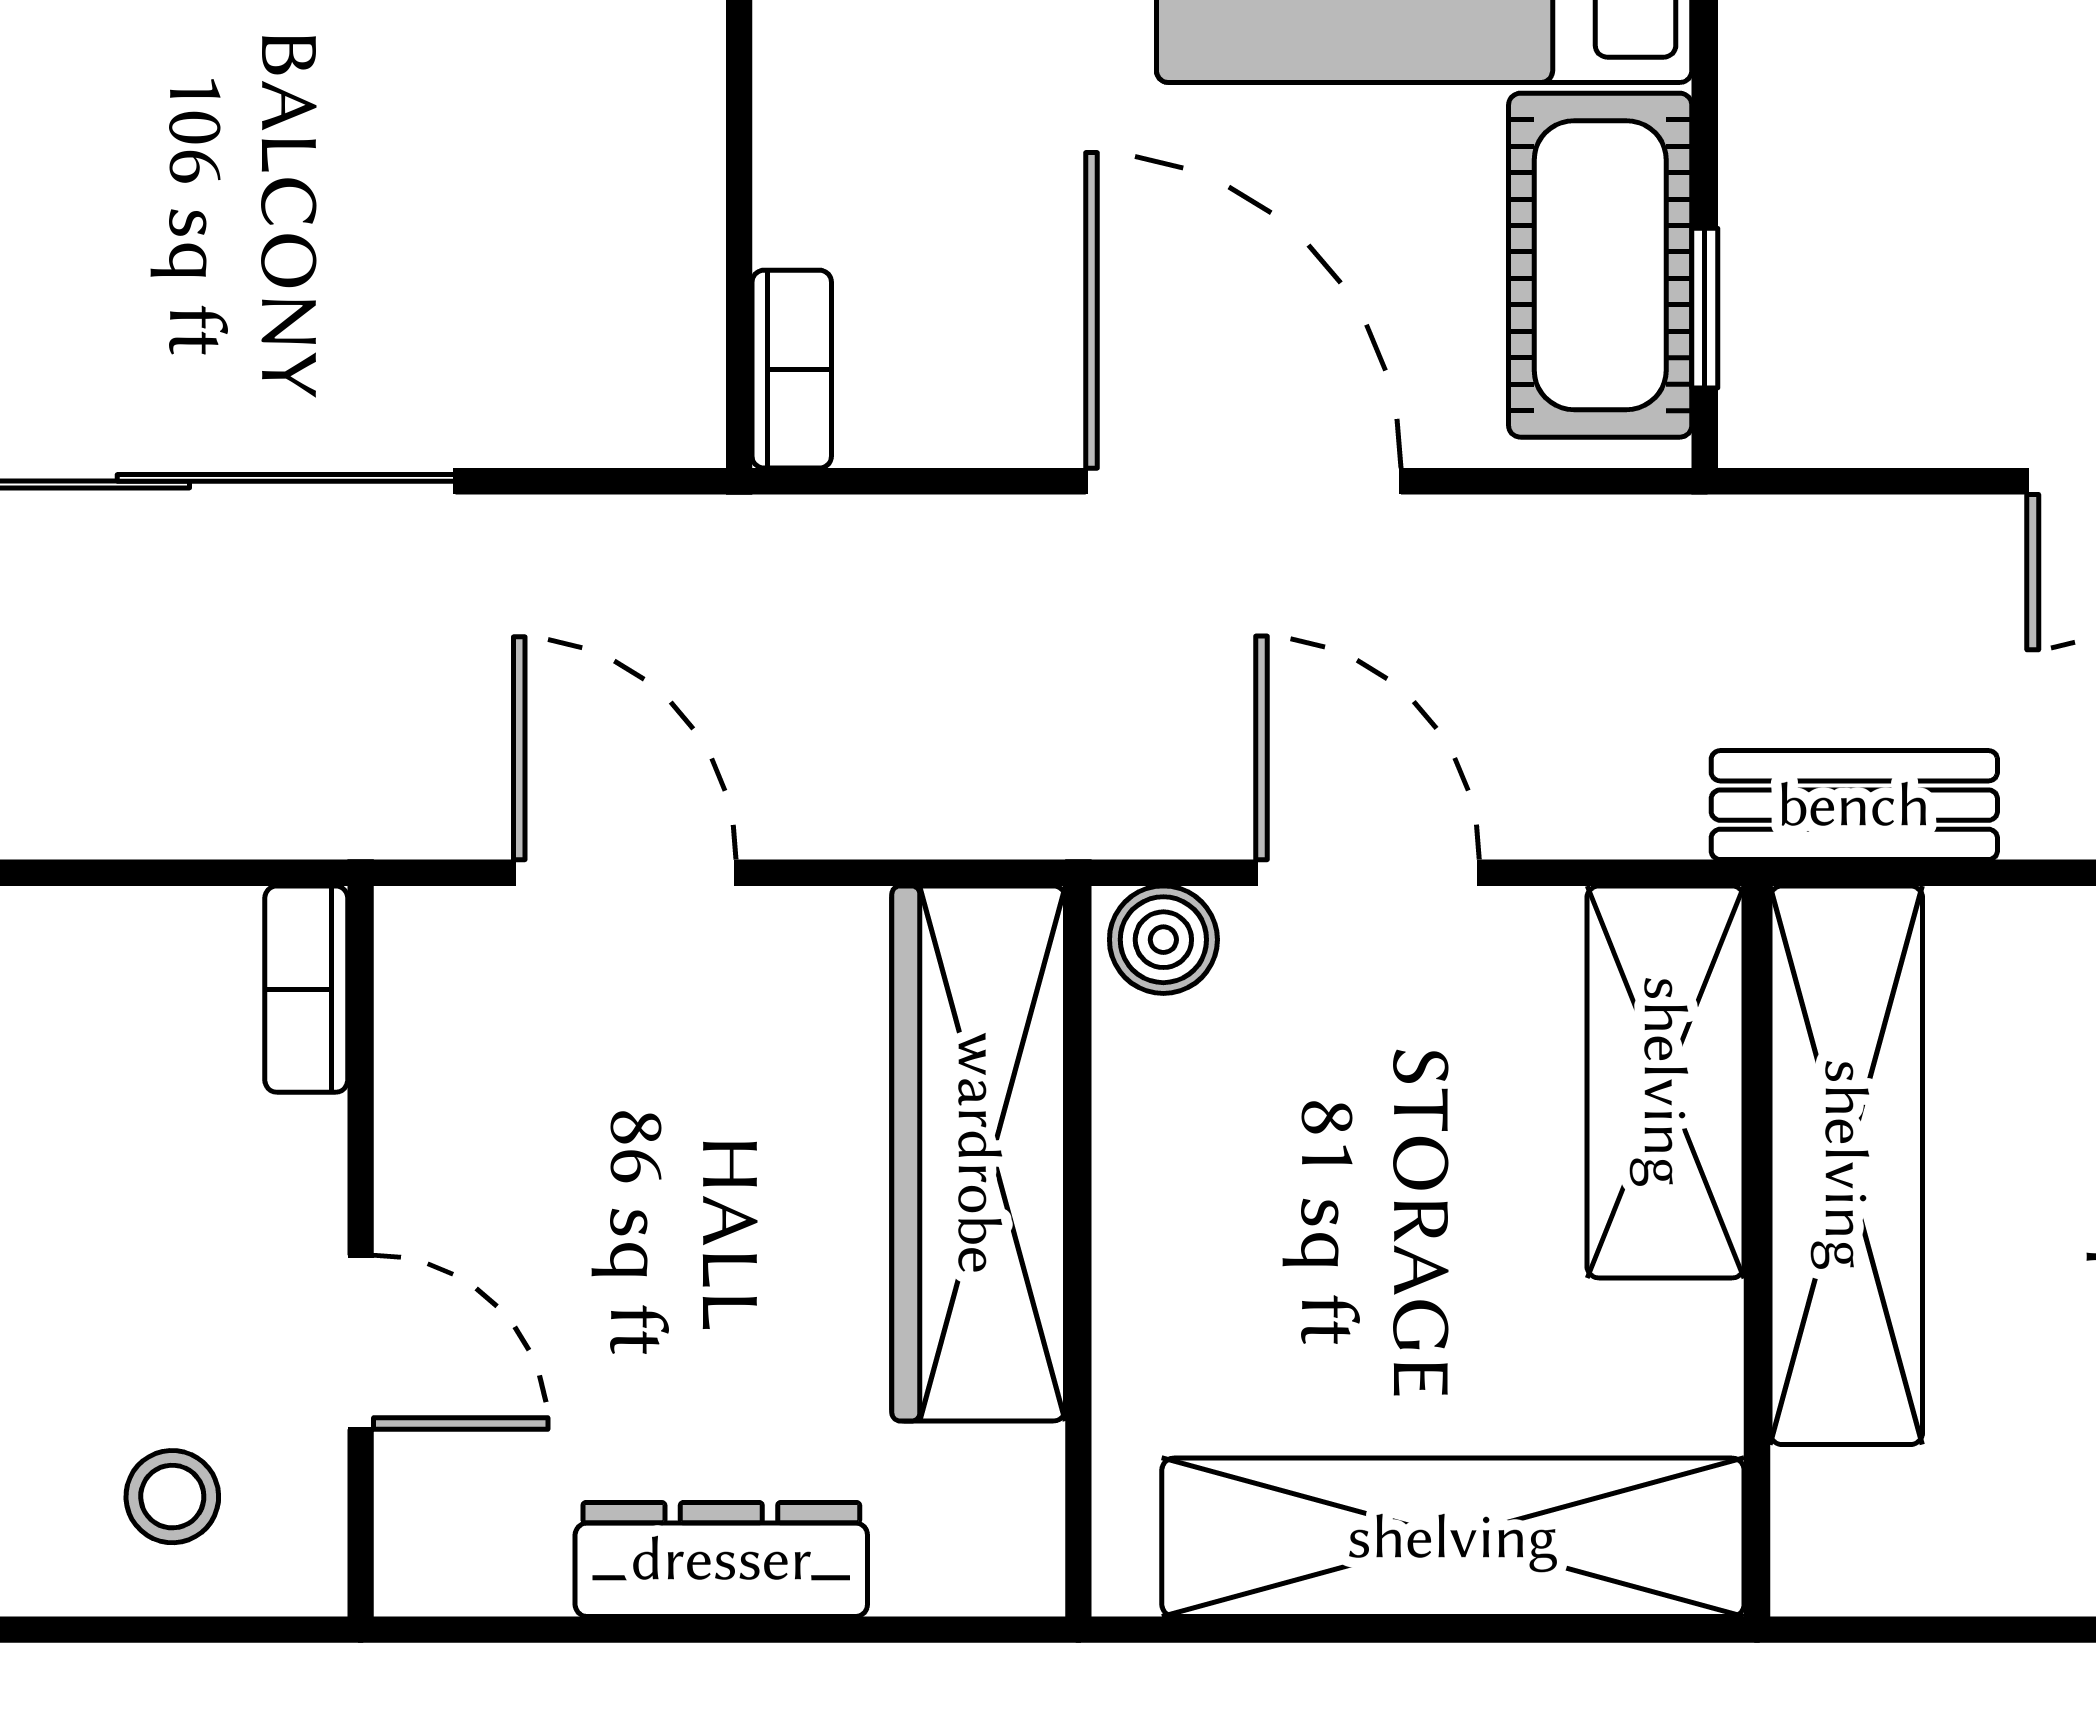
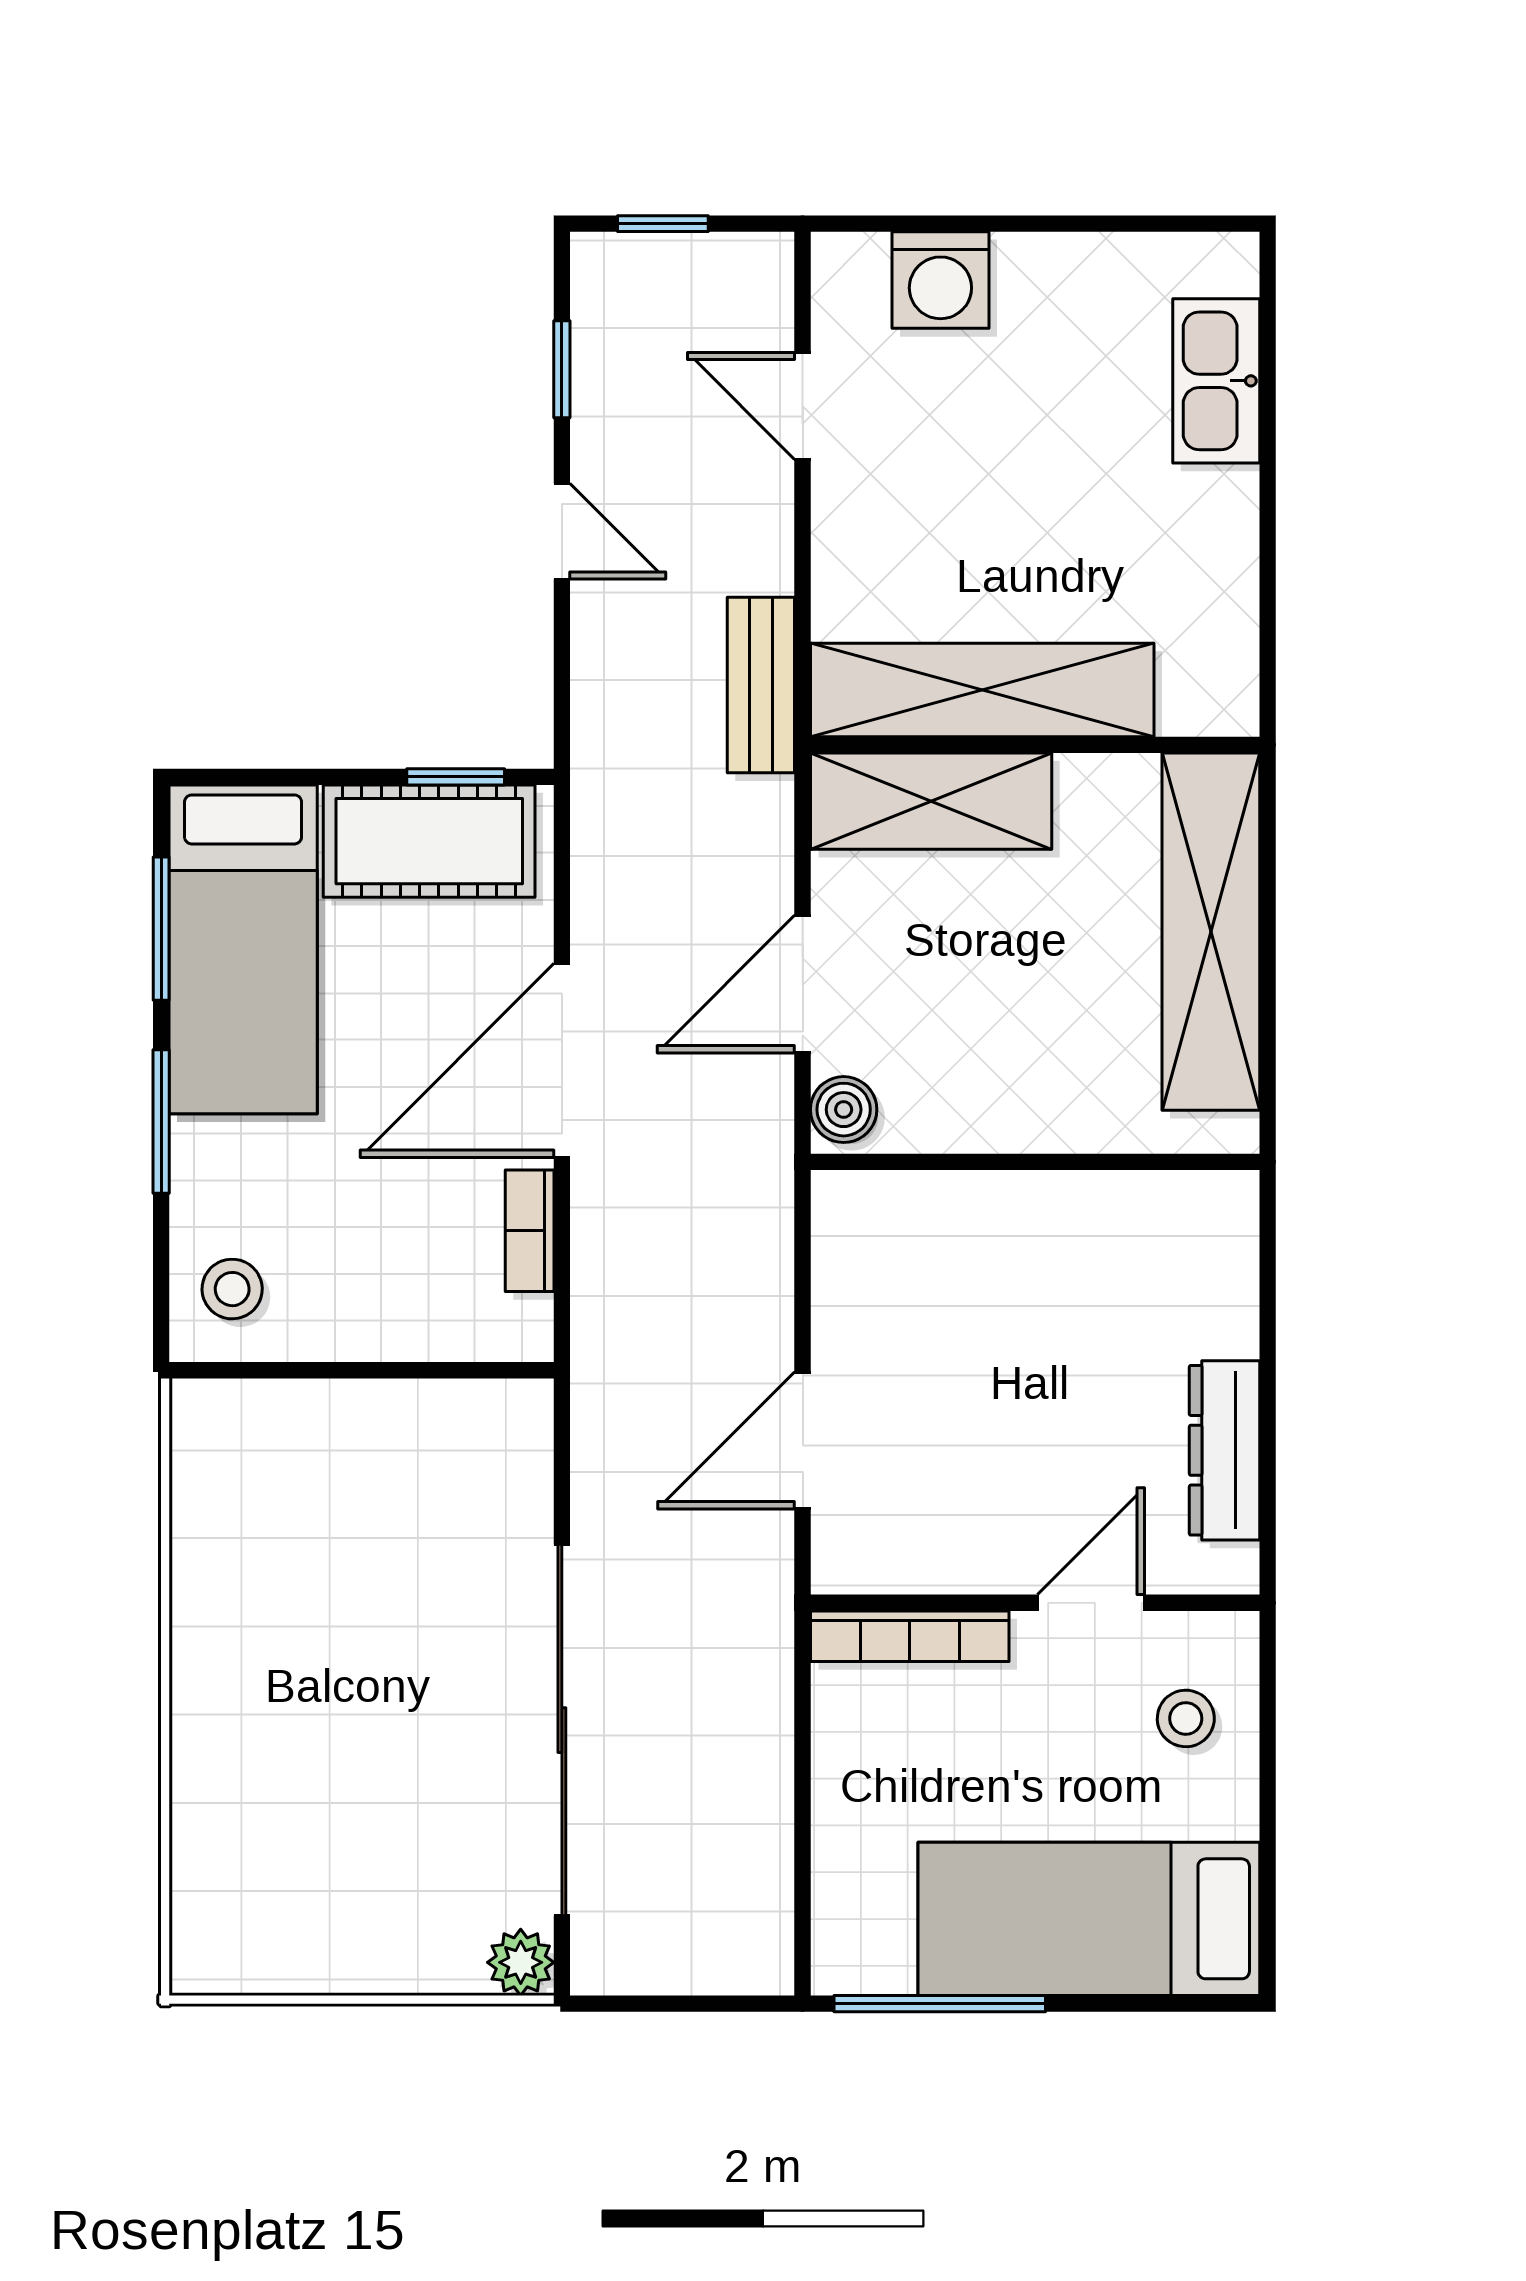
bookcase: (792, 369) -> (530, 1231), moved, turned -90
bookcase: (306, 989) -> (910, 1636), width x1.56
wardrobe: (979, 1153) -> (975, 1223), removed
dresser: (721, 1559) -> (1224, 1450), moved

